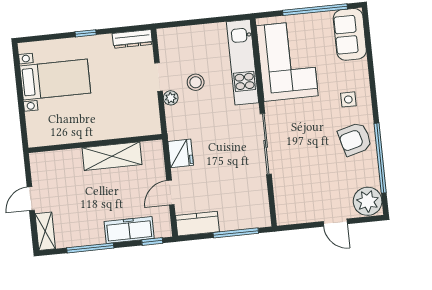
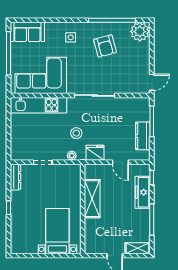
bed with nightstands: (55, 79) -> (57, 231), moved
stool: (196, 82) -> (76, 133), moved
plant: (171, 98) -> (72, 156), moved
armchair: (355, 139) -> (105, 46), moved
door: (335, 223) -> (152, 82), moved
kitchen counter: (197, 224) -> (143, 136), moved

